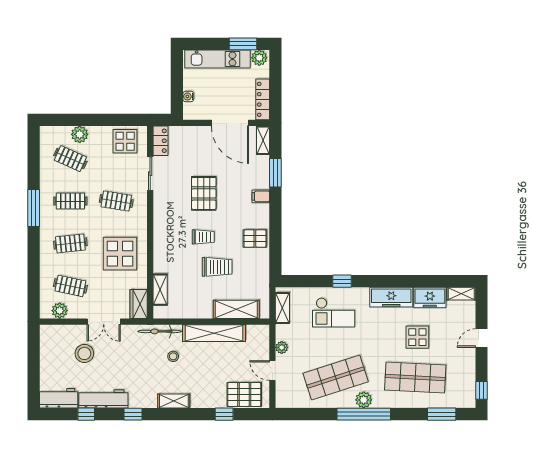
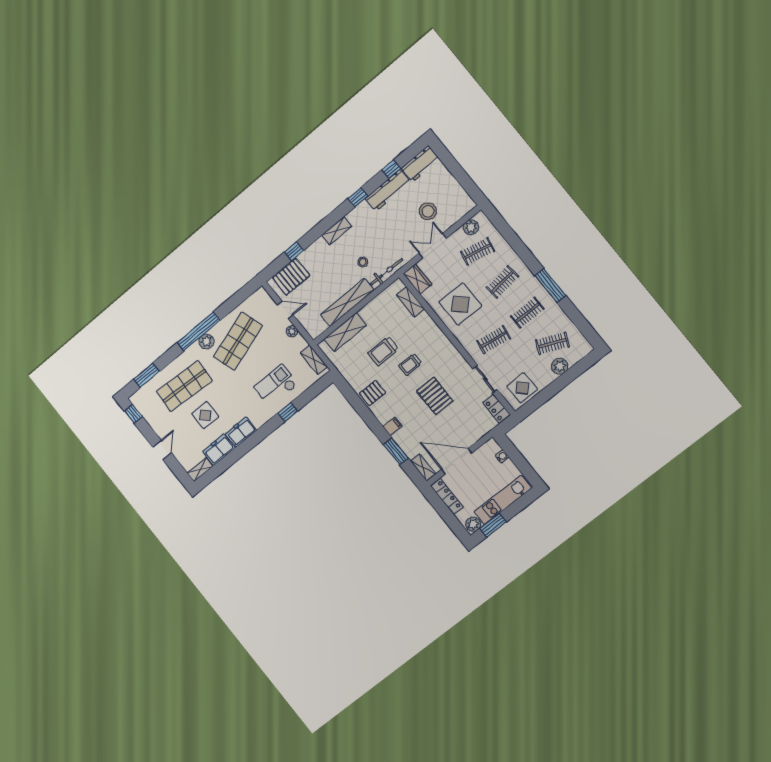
freezer: (391, 297) -> (241, 432), width x0.71

